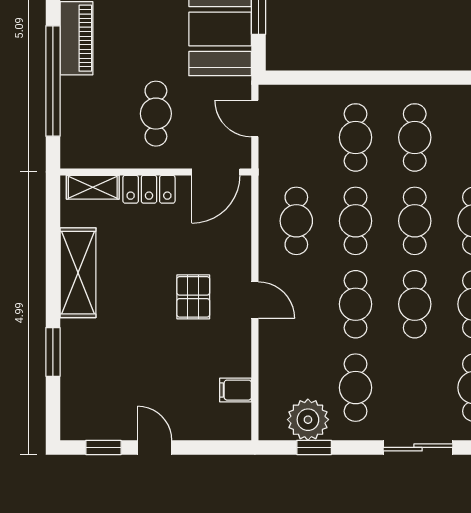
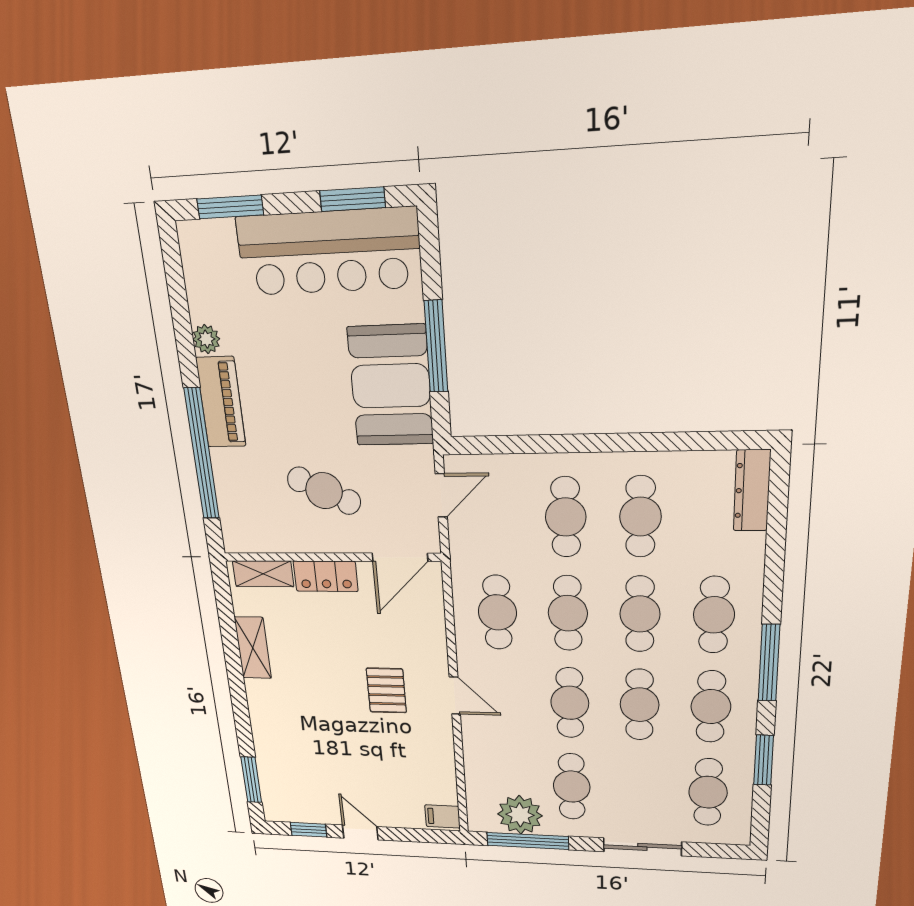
cafe table: (156, 114) -> (324, 491), turned -64
door: (255, 119) -> (441, 495), swing flipped
shelving: (78, 273) -> (253, 648), width x0.67, depth x0.75
window: (53, 352) -> (251, 780), moved
filing cabinet: (236, 390) -> (442, 816), moved
window: (314, 447) -> (528, 841), width x2.17

